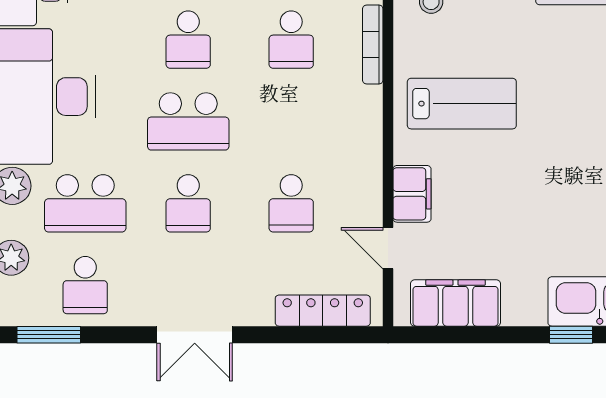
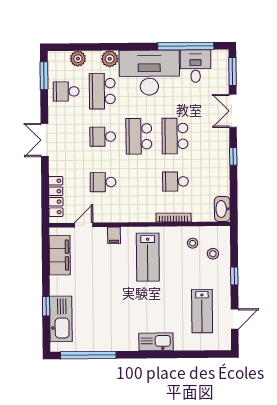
school desk: (188, 40) -> (175, 136), width x1.85
filing cabinet: (412, 194) -> (114, 235), width x0.50

